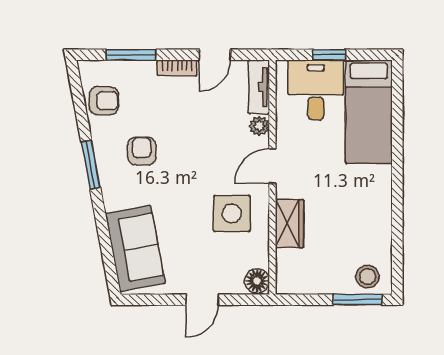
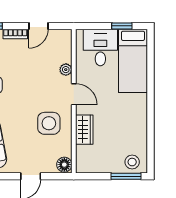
window: (329, 55) -> (122, 26), moved
tv unit: (259, 87) -> (66, 46), removed
door: (272, 166) -> (74, 94), swing flipped

